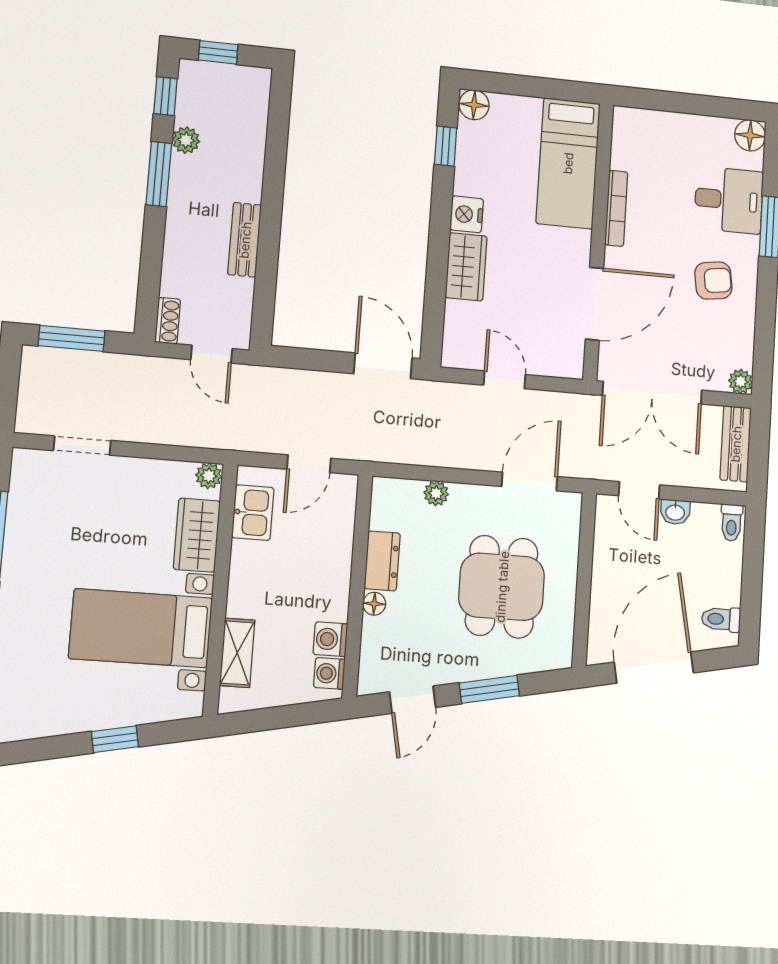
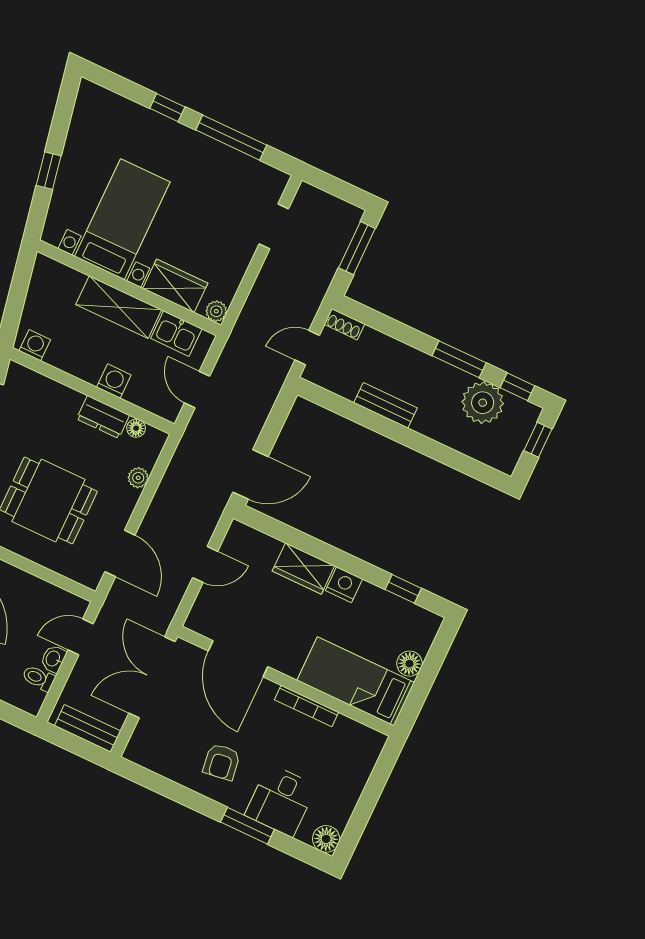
floor lamp: (474, 105) -> (409, 664), moved
plant: (186, 140) -> (483, 403), width x1.88, depth x1.88
plant: (741, 381) -> (134, 752), removed
toilet: (731, 523) -> (39, 678), moved
floor lamp: (374, 604) -> (136, 428), moved
washing machine: (330, 639) -> (114, 381), moved
shelving: (237, 653) -> (119, 307), moved, width x1.50, depth x1.33

